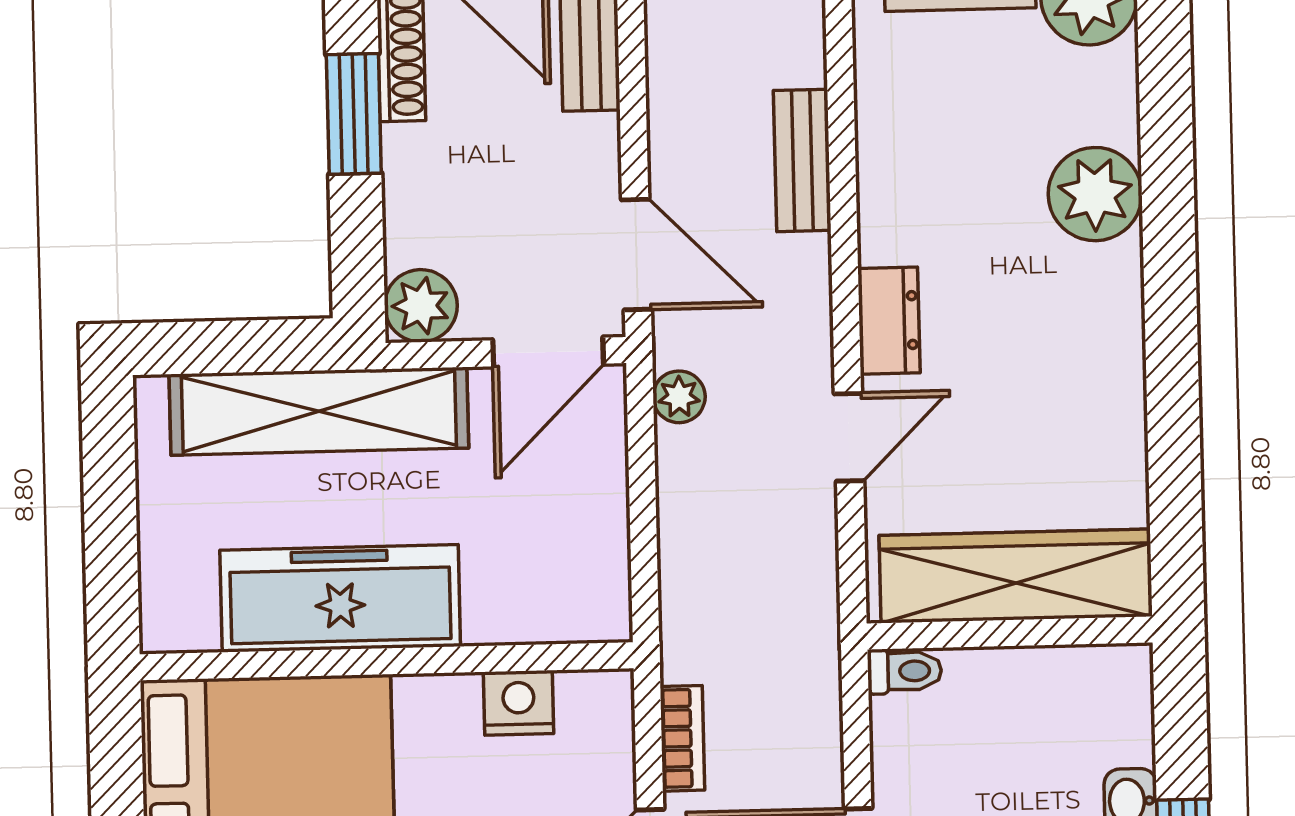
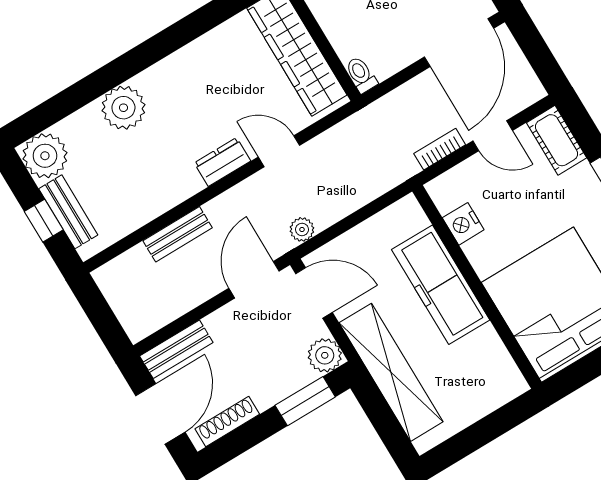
window: (354, 114) -> (305, 401), moved
freezer: (340, 598) -> (441, 285), moved

